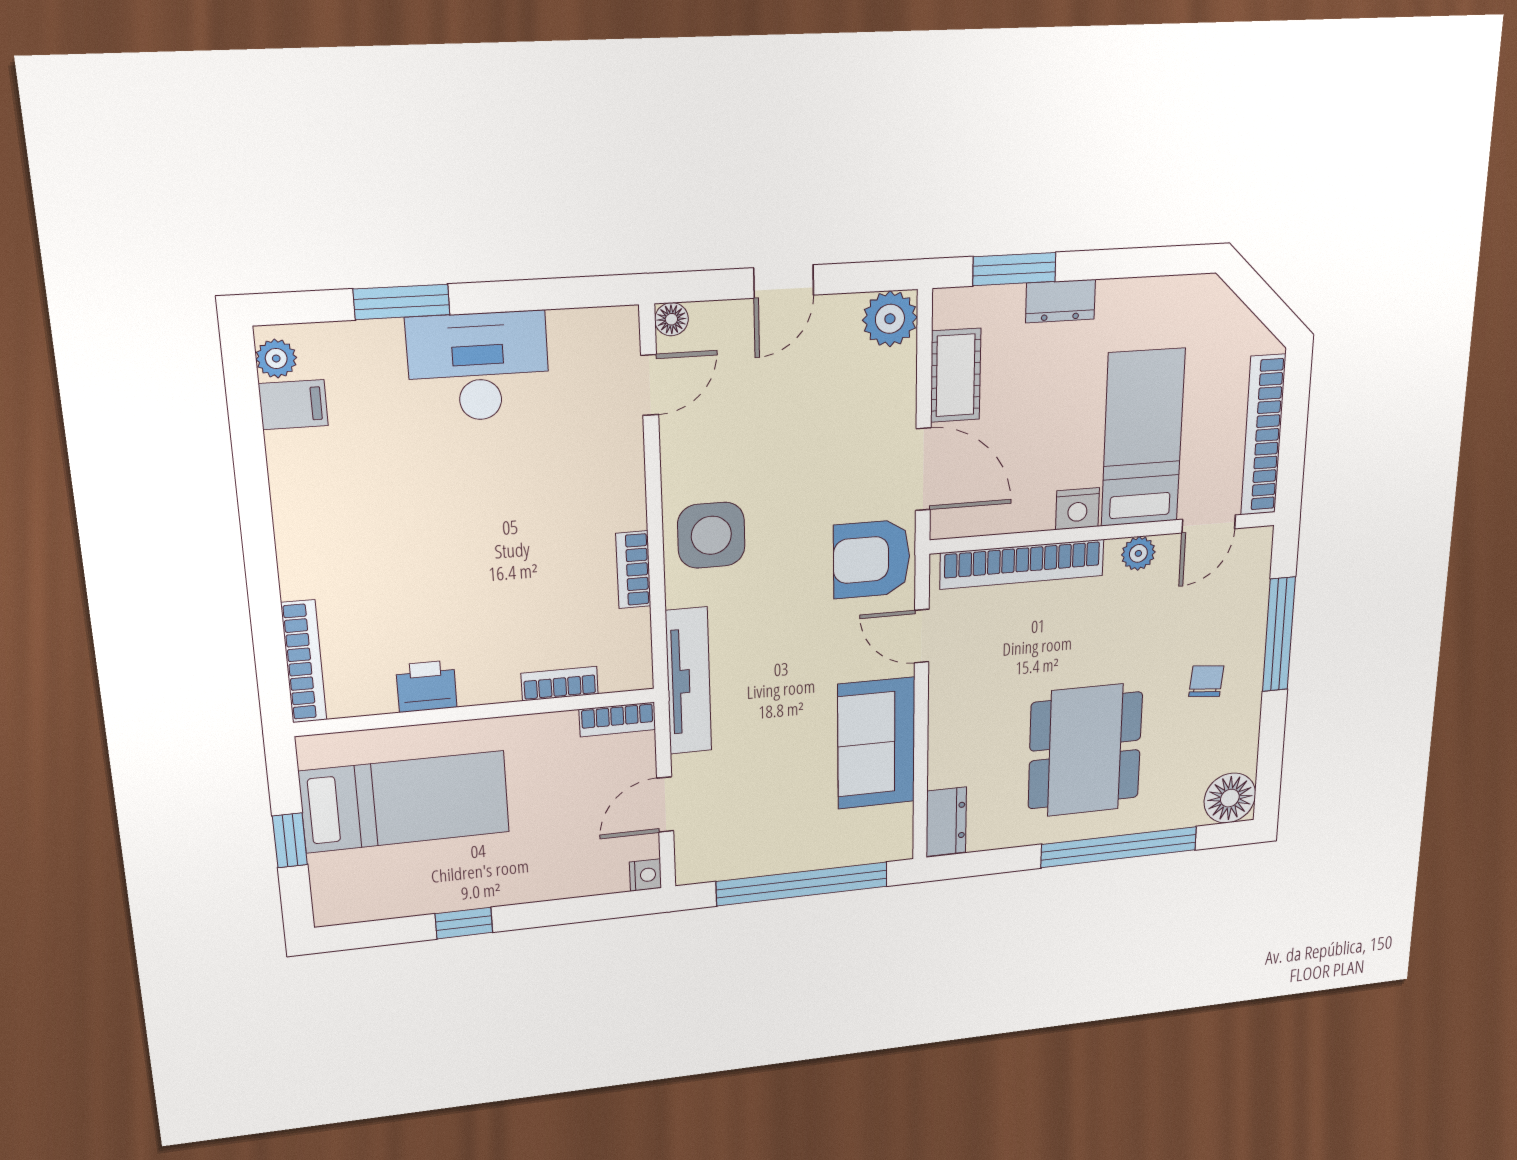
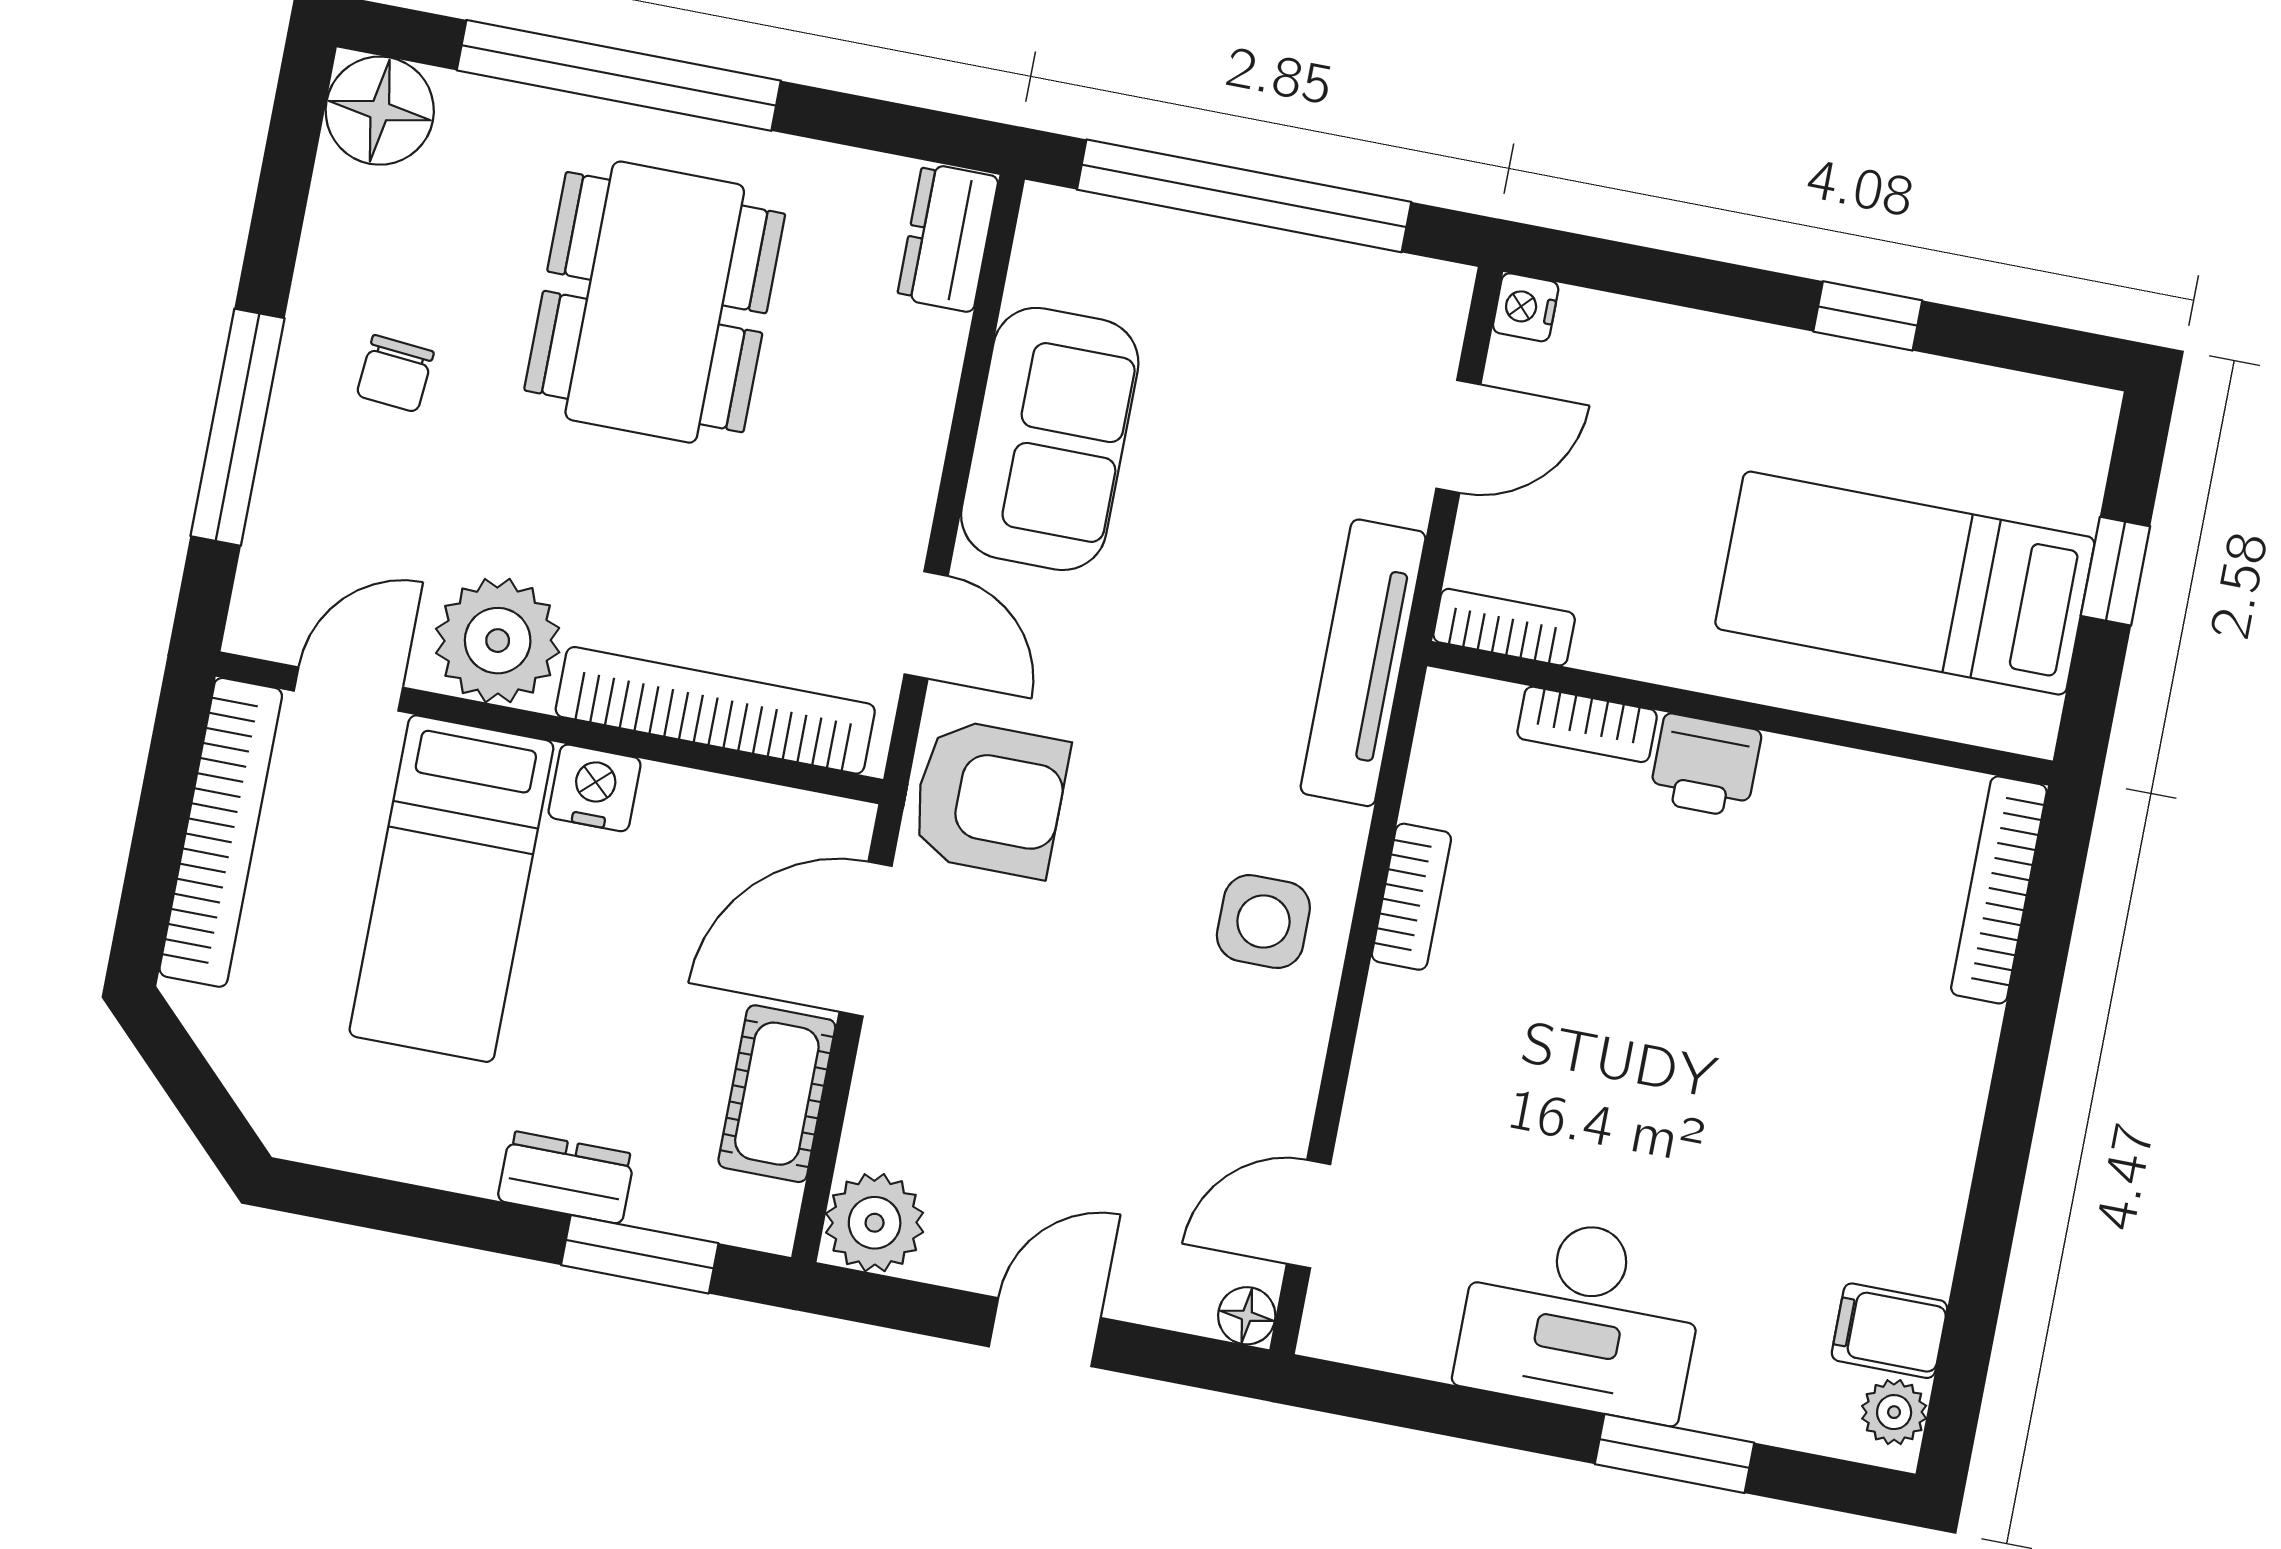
door: (923, 469) -> (866, 939), hinge flipped
side table: (711, 535) -> (1263, 922), width x0.73, depth x0.73
plant: (1138, 553) -> (498, 641), width x1.88, depth x1.88
printer: (426, 686) -> (1705, 766), moved

